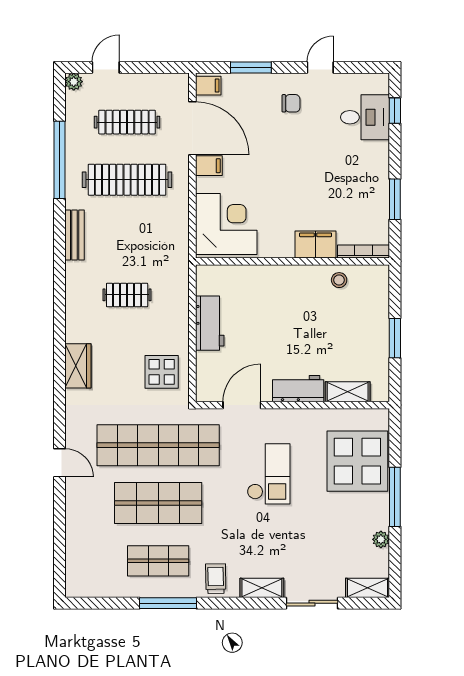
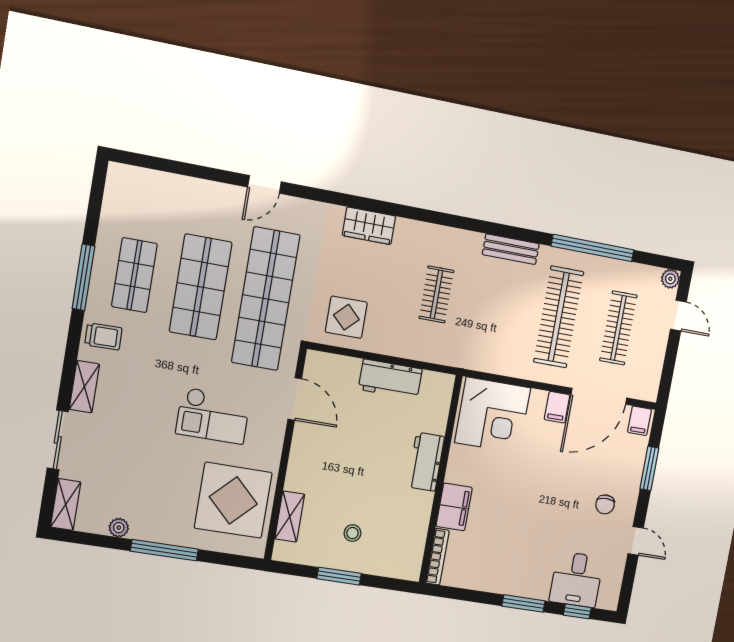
window: (395, 199) -> (524, 603), moved
stool: (339, 280) -> (352, 533), moved
workbench: (298, 389) -> (426, 462), moved, turned 180
display table: (357, 461) -> (233, 500), moved

